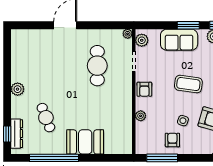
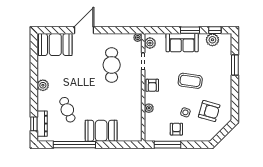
booth: (32, 42) -> (55, 45), added

